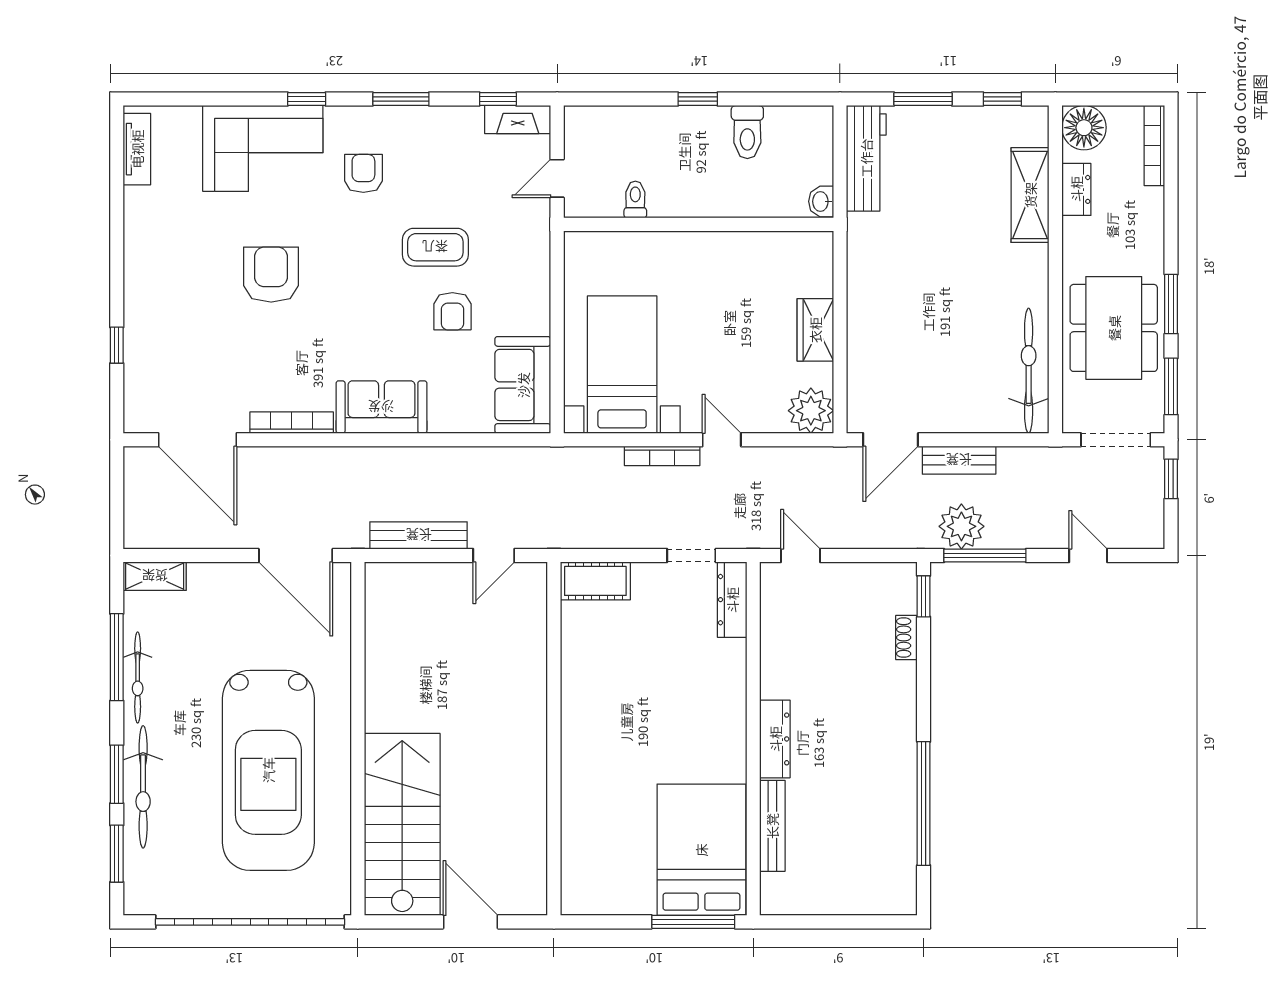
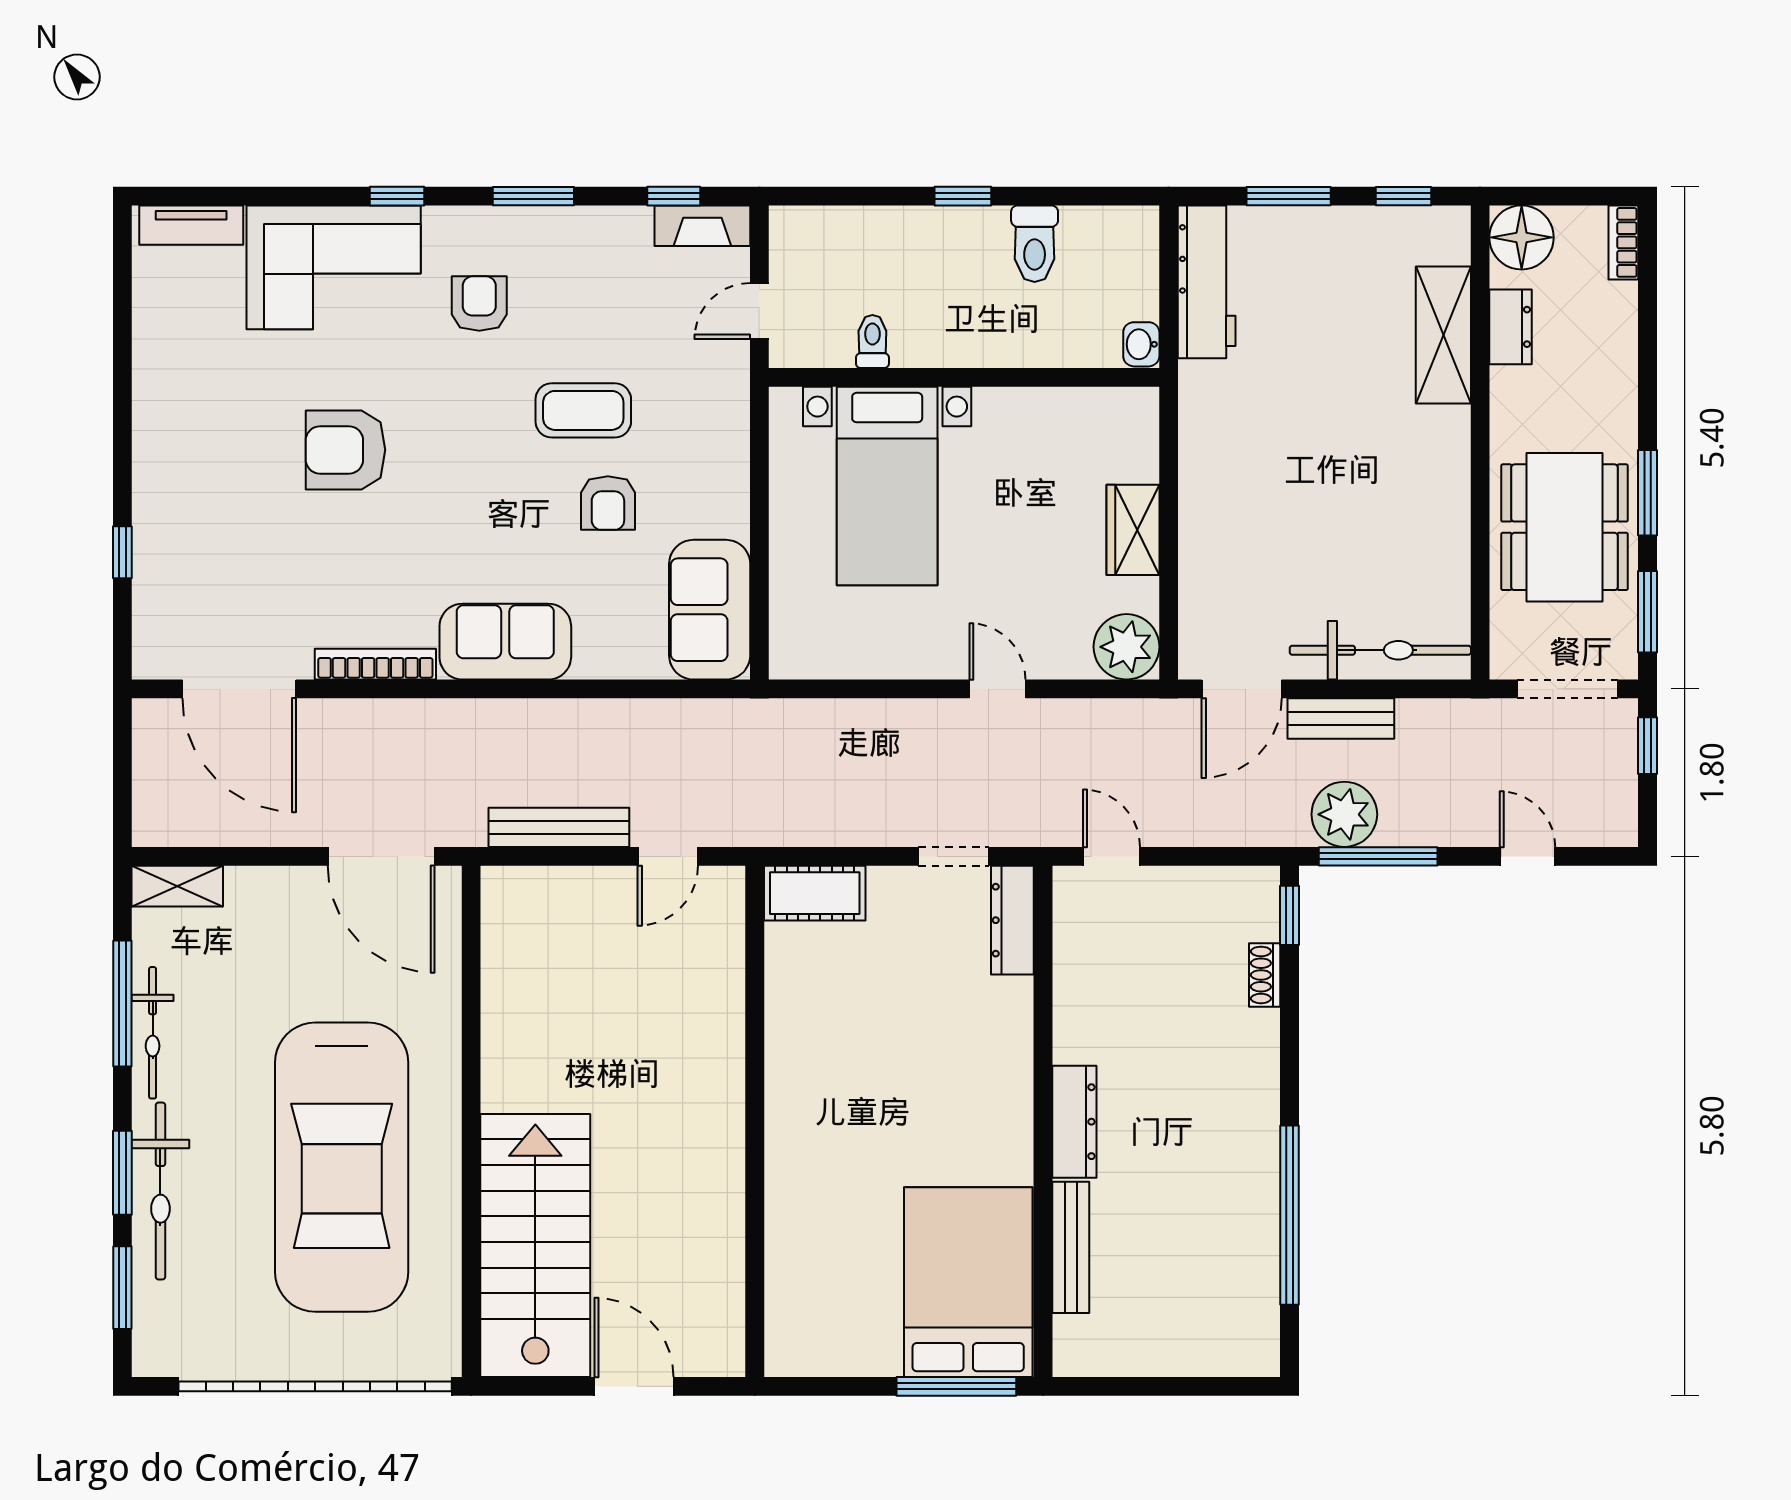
bookcase: (1154, 146) -> (1623, 242), width x0.64
tv unit: (137, 149) -> (191, 225), moved, turned 90
armchair: (271, 275) -> (346, 450), turned -90
bed with nightstands: (622, 365) -> (887, 486), moved, turned 180
bicycle: (1029, 371) -> (1380, 650), moved, turned 90
bookcase: (662, 456) -> (911, 712), removed

